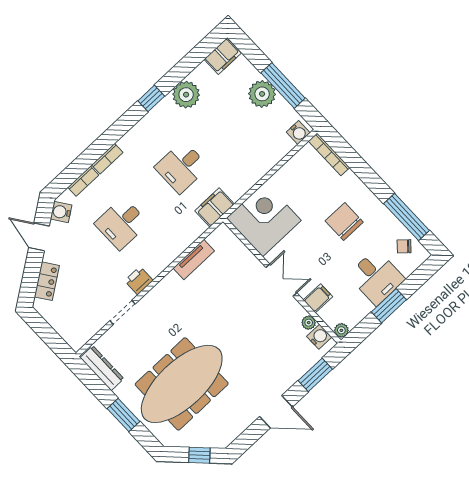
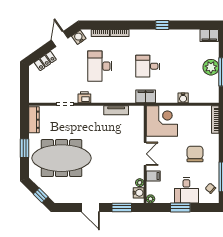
plant: (186, 95) -> (178, 37), removed
water cooler: (298, 132) -> (183, 98), moved
desk: (122, 223) -> (100, 66), width x1.37

